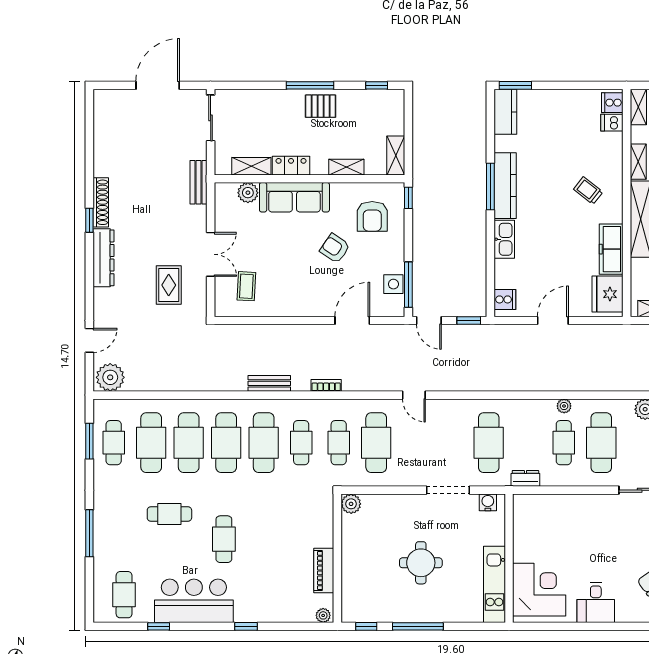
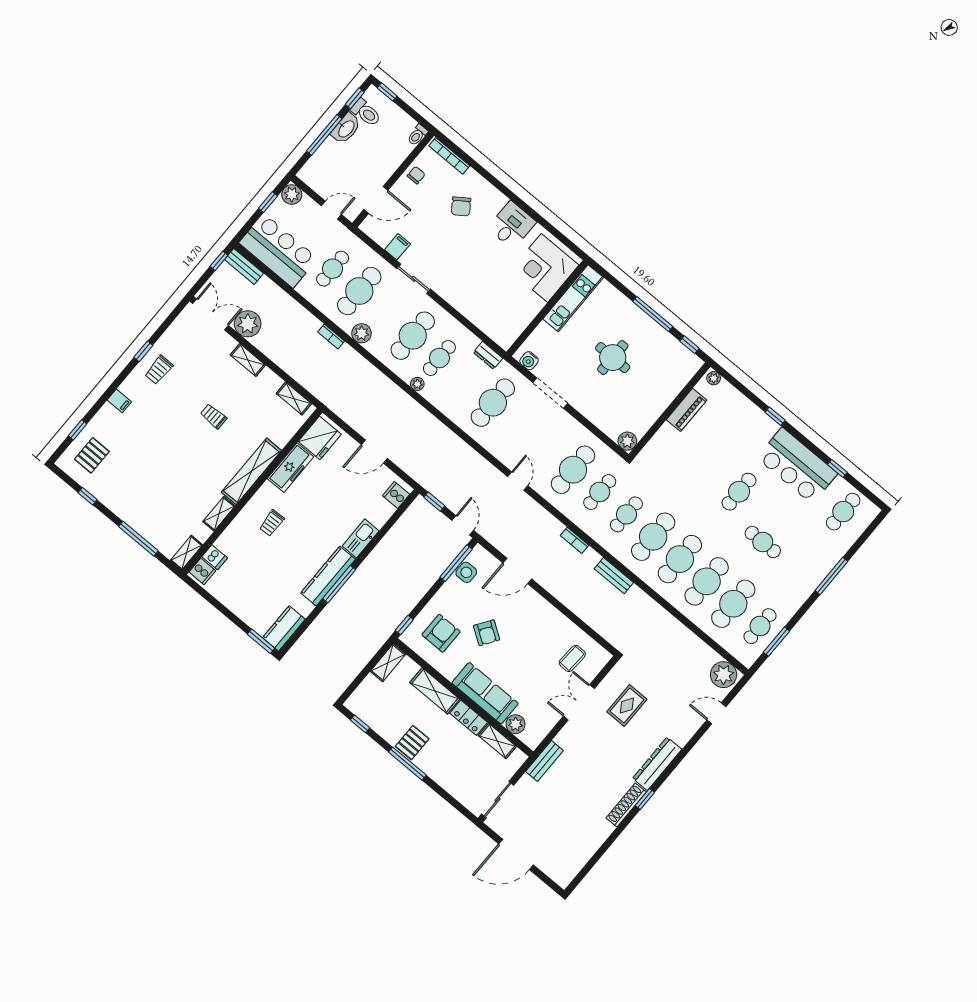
pallet: (321, 106) -> (412, 743), turned 90
shelving: (346, 167) -> (435, 691), width x1.50, depth x1.33
trolley: (588, 191) -> (272, 523), turned 49

